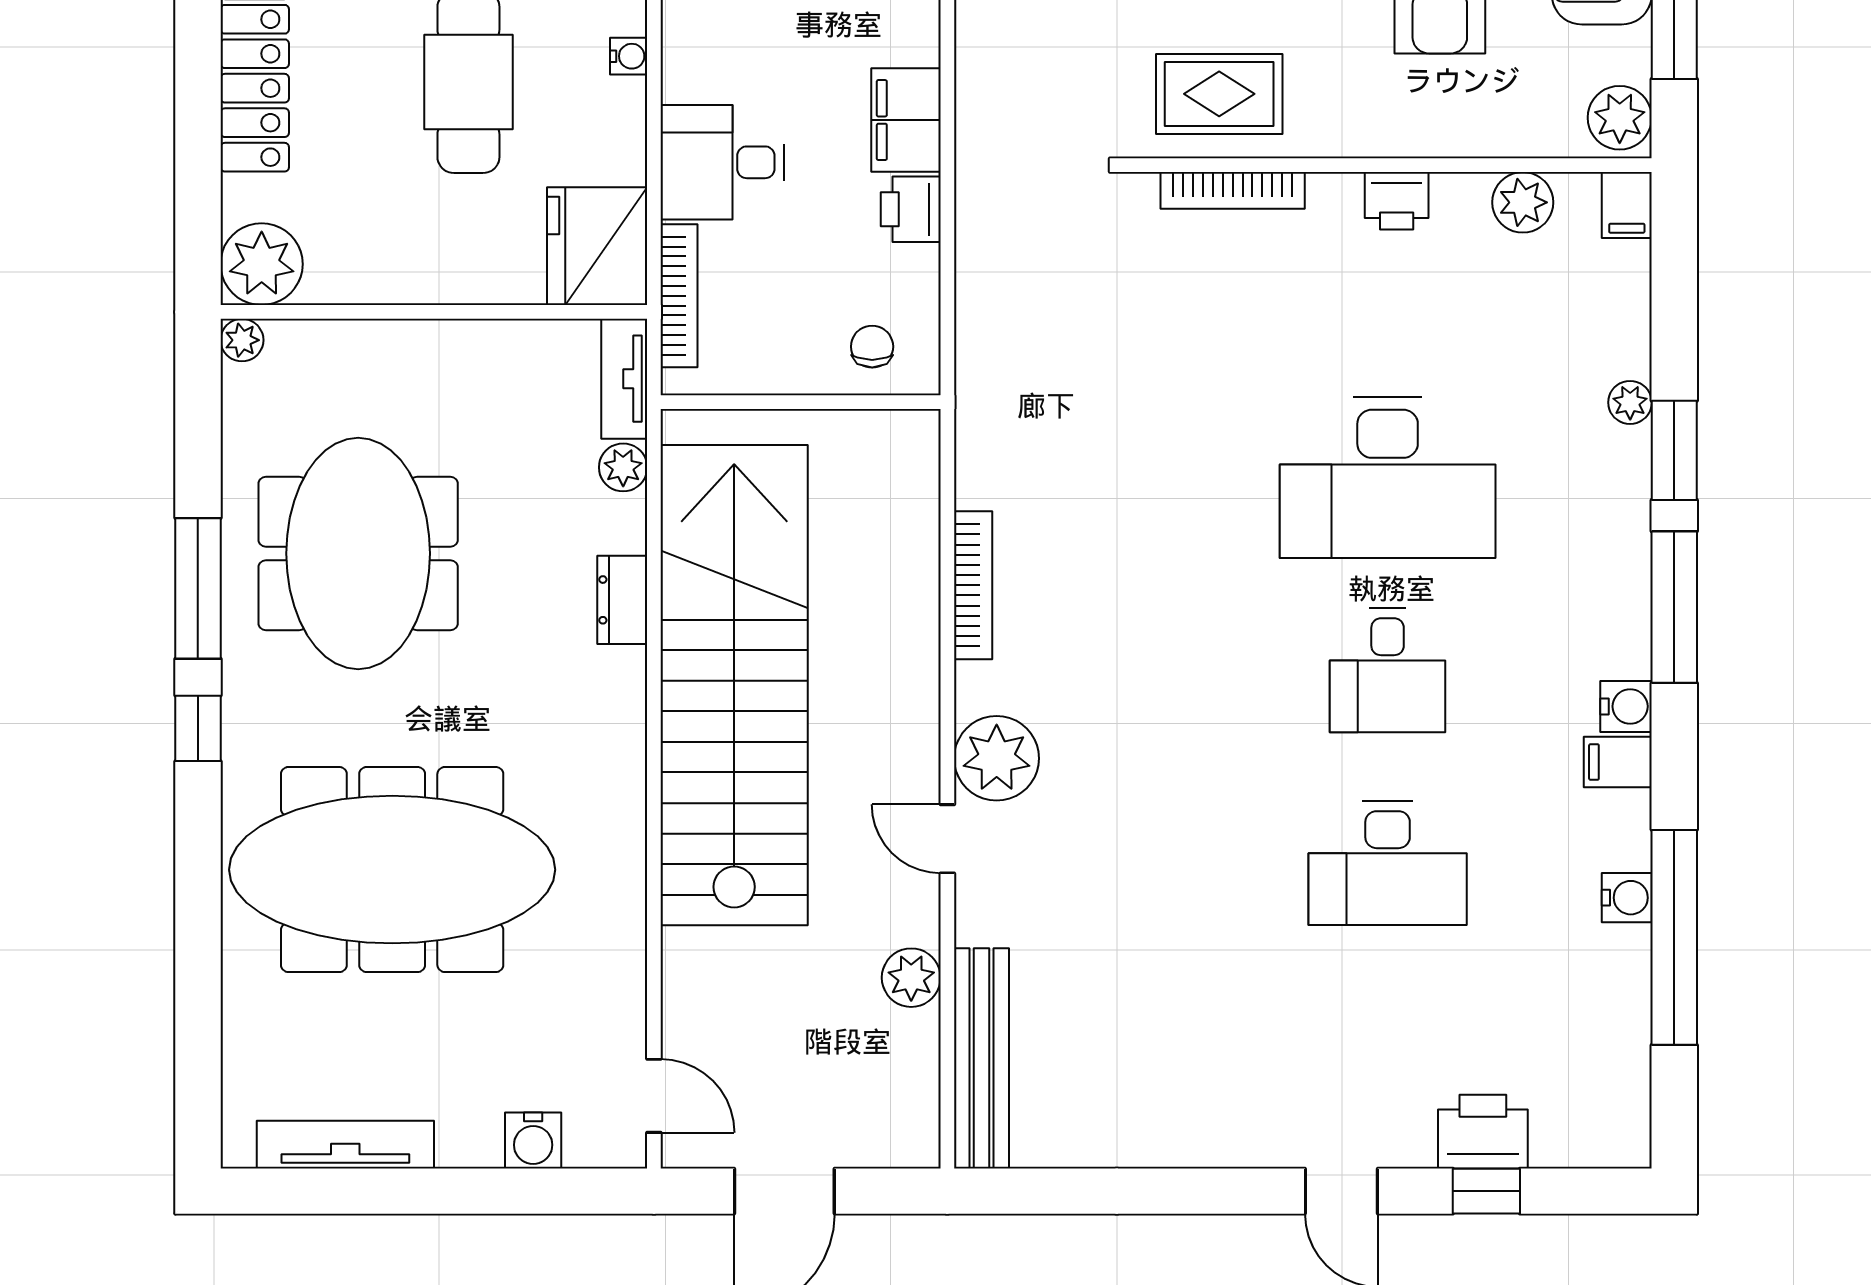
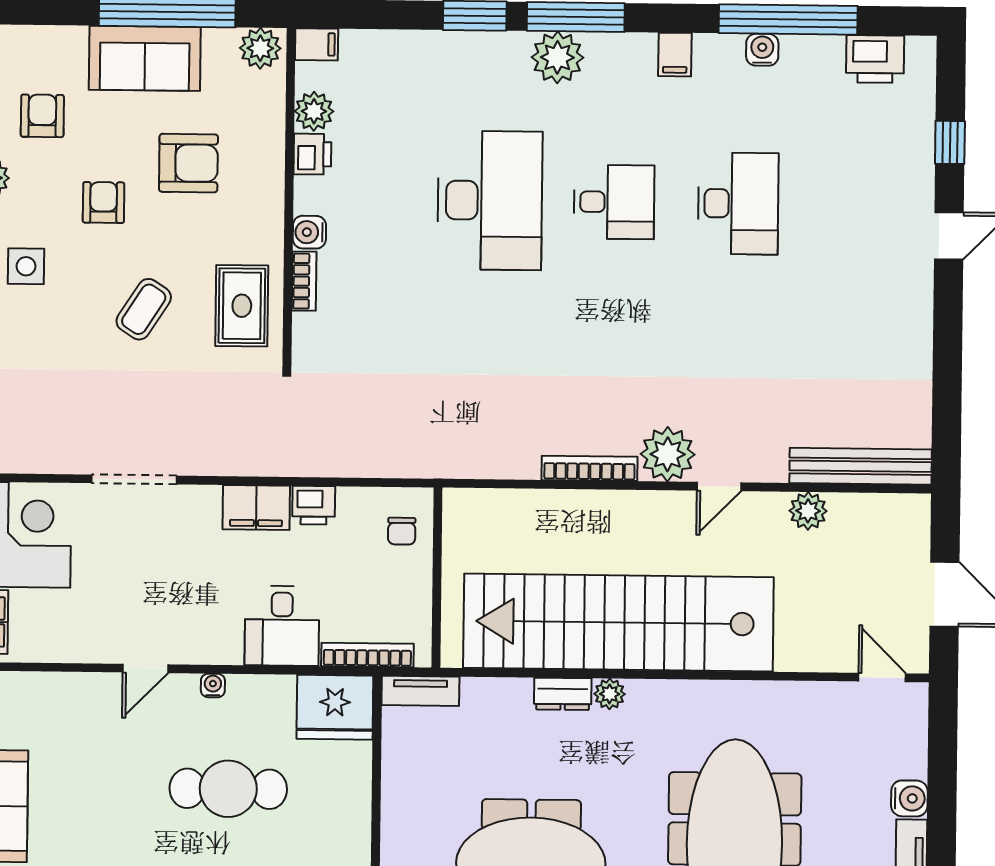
bookcase: (1233, 190) -> (304, 281), width x0.64
printer: (1397, 201) -> (312, 154), moved
chair: (872, 347) -> (402, 531), turned -90
plant: (1630, 402) -> (557, 57), moved, width x1.88, depth x1.88
plant: (623, 467) -> (610, 694), moved
bookcase: (973, 585) -> (589, 468), moved
water cooler: (1626, 706) -> (309, 232), moved, turned -90
door: (654, 1096) -> (882, 677), hinge flipped
printer: (1483, 1132) -> (875, 59), moved, turned -90
water cooler: (533, 1140) -> (909, 798), moved

